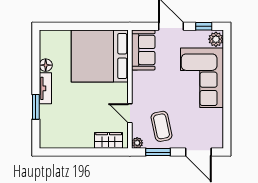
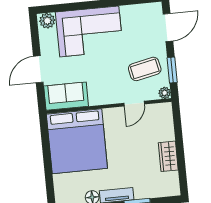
window: (204, 26) -> (35, 35), removed
wardrobe: (109, 140) -> (168, 156), moved

